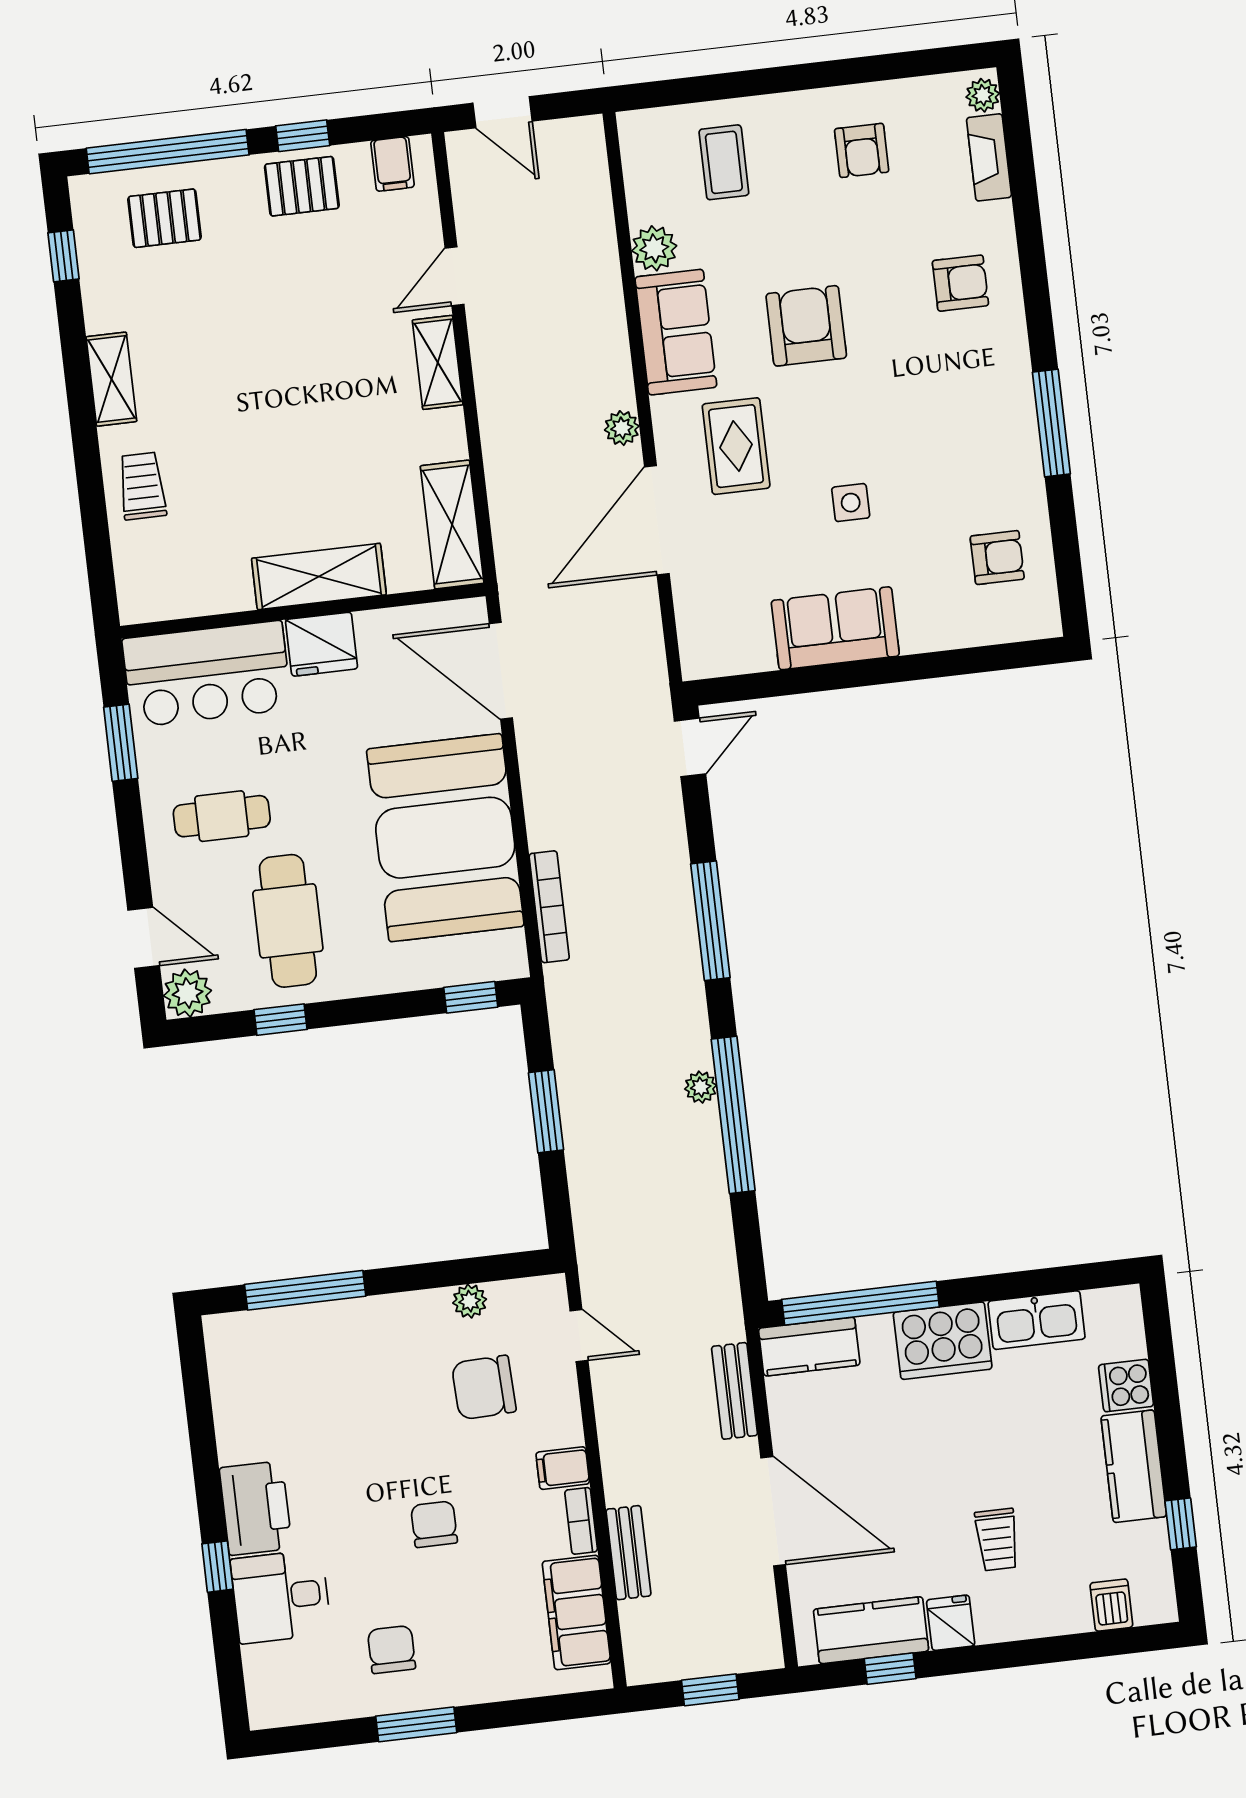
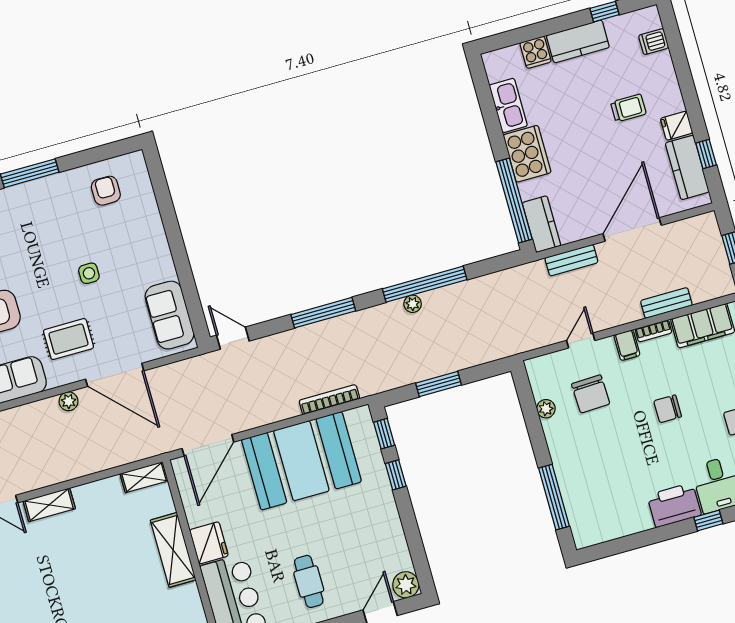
shelving: (452, 525) -> (144, 477), width x0.67, depth x0.75
sofa: (835, 628) -> (170, 315), moved
cafe table: (288, 921) -> (359, 537), removed
window: (280, 1020) -> (396, 475), moved
door: (579, 1336) -> (581, 340), moved

